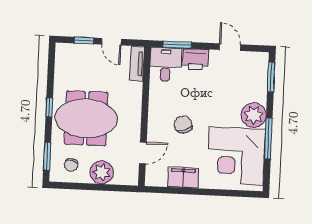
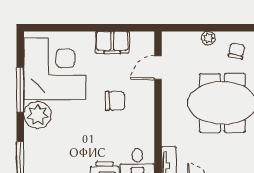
chair: (183, 125) -> (115, 101), turned -69
plant: (102, 172) -> (208, 38), width x0.53, depth x0.53

